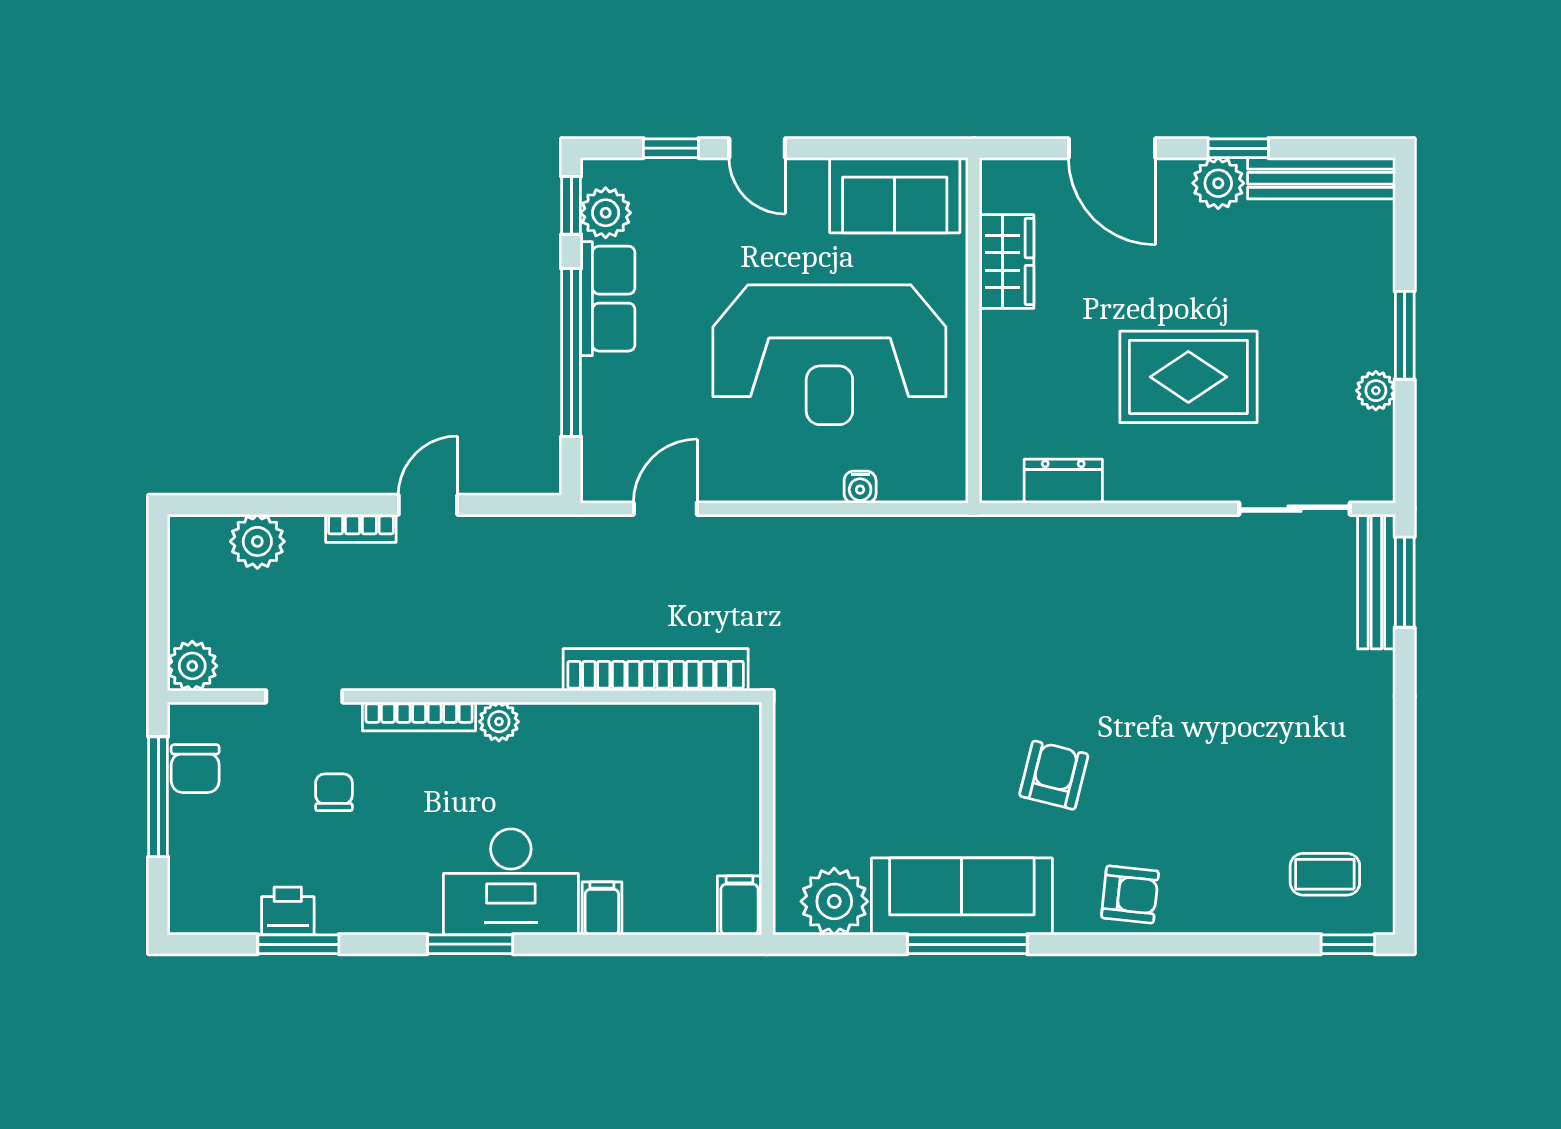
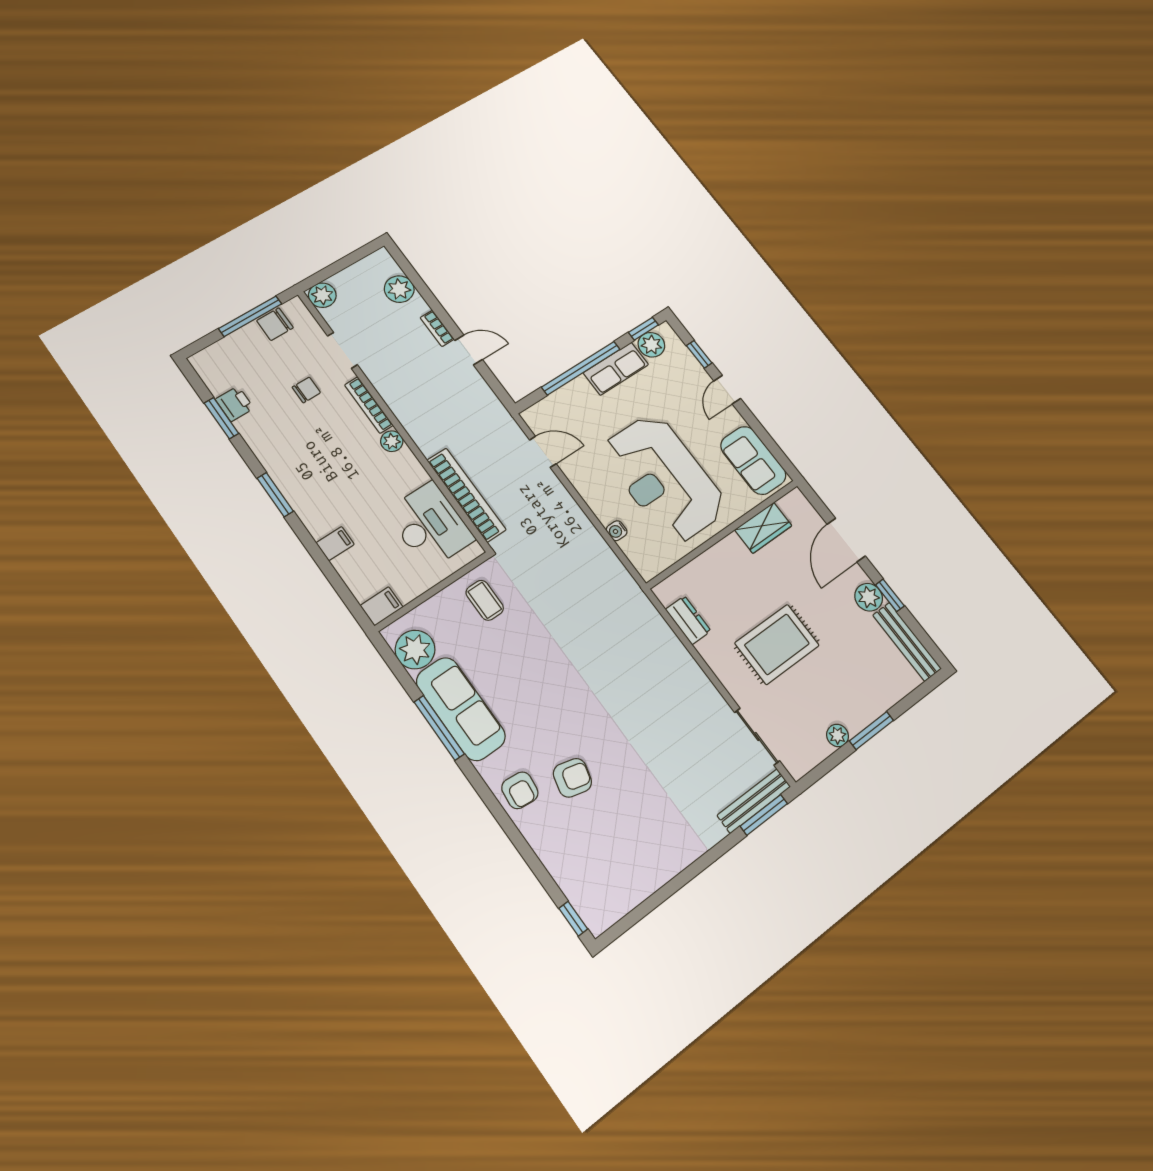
rug: (1188, 377) -> (777, 644), turned 90
armchair: (1054, 775) -> (572, 778), moved
coffee table: (1325, 874) -> (485, 600), moved
desk: (511, 882) -> (430, 525), moved, turned 180

